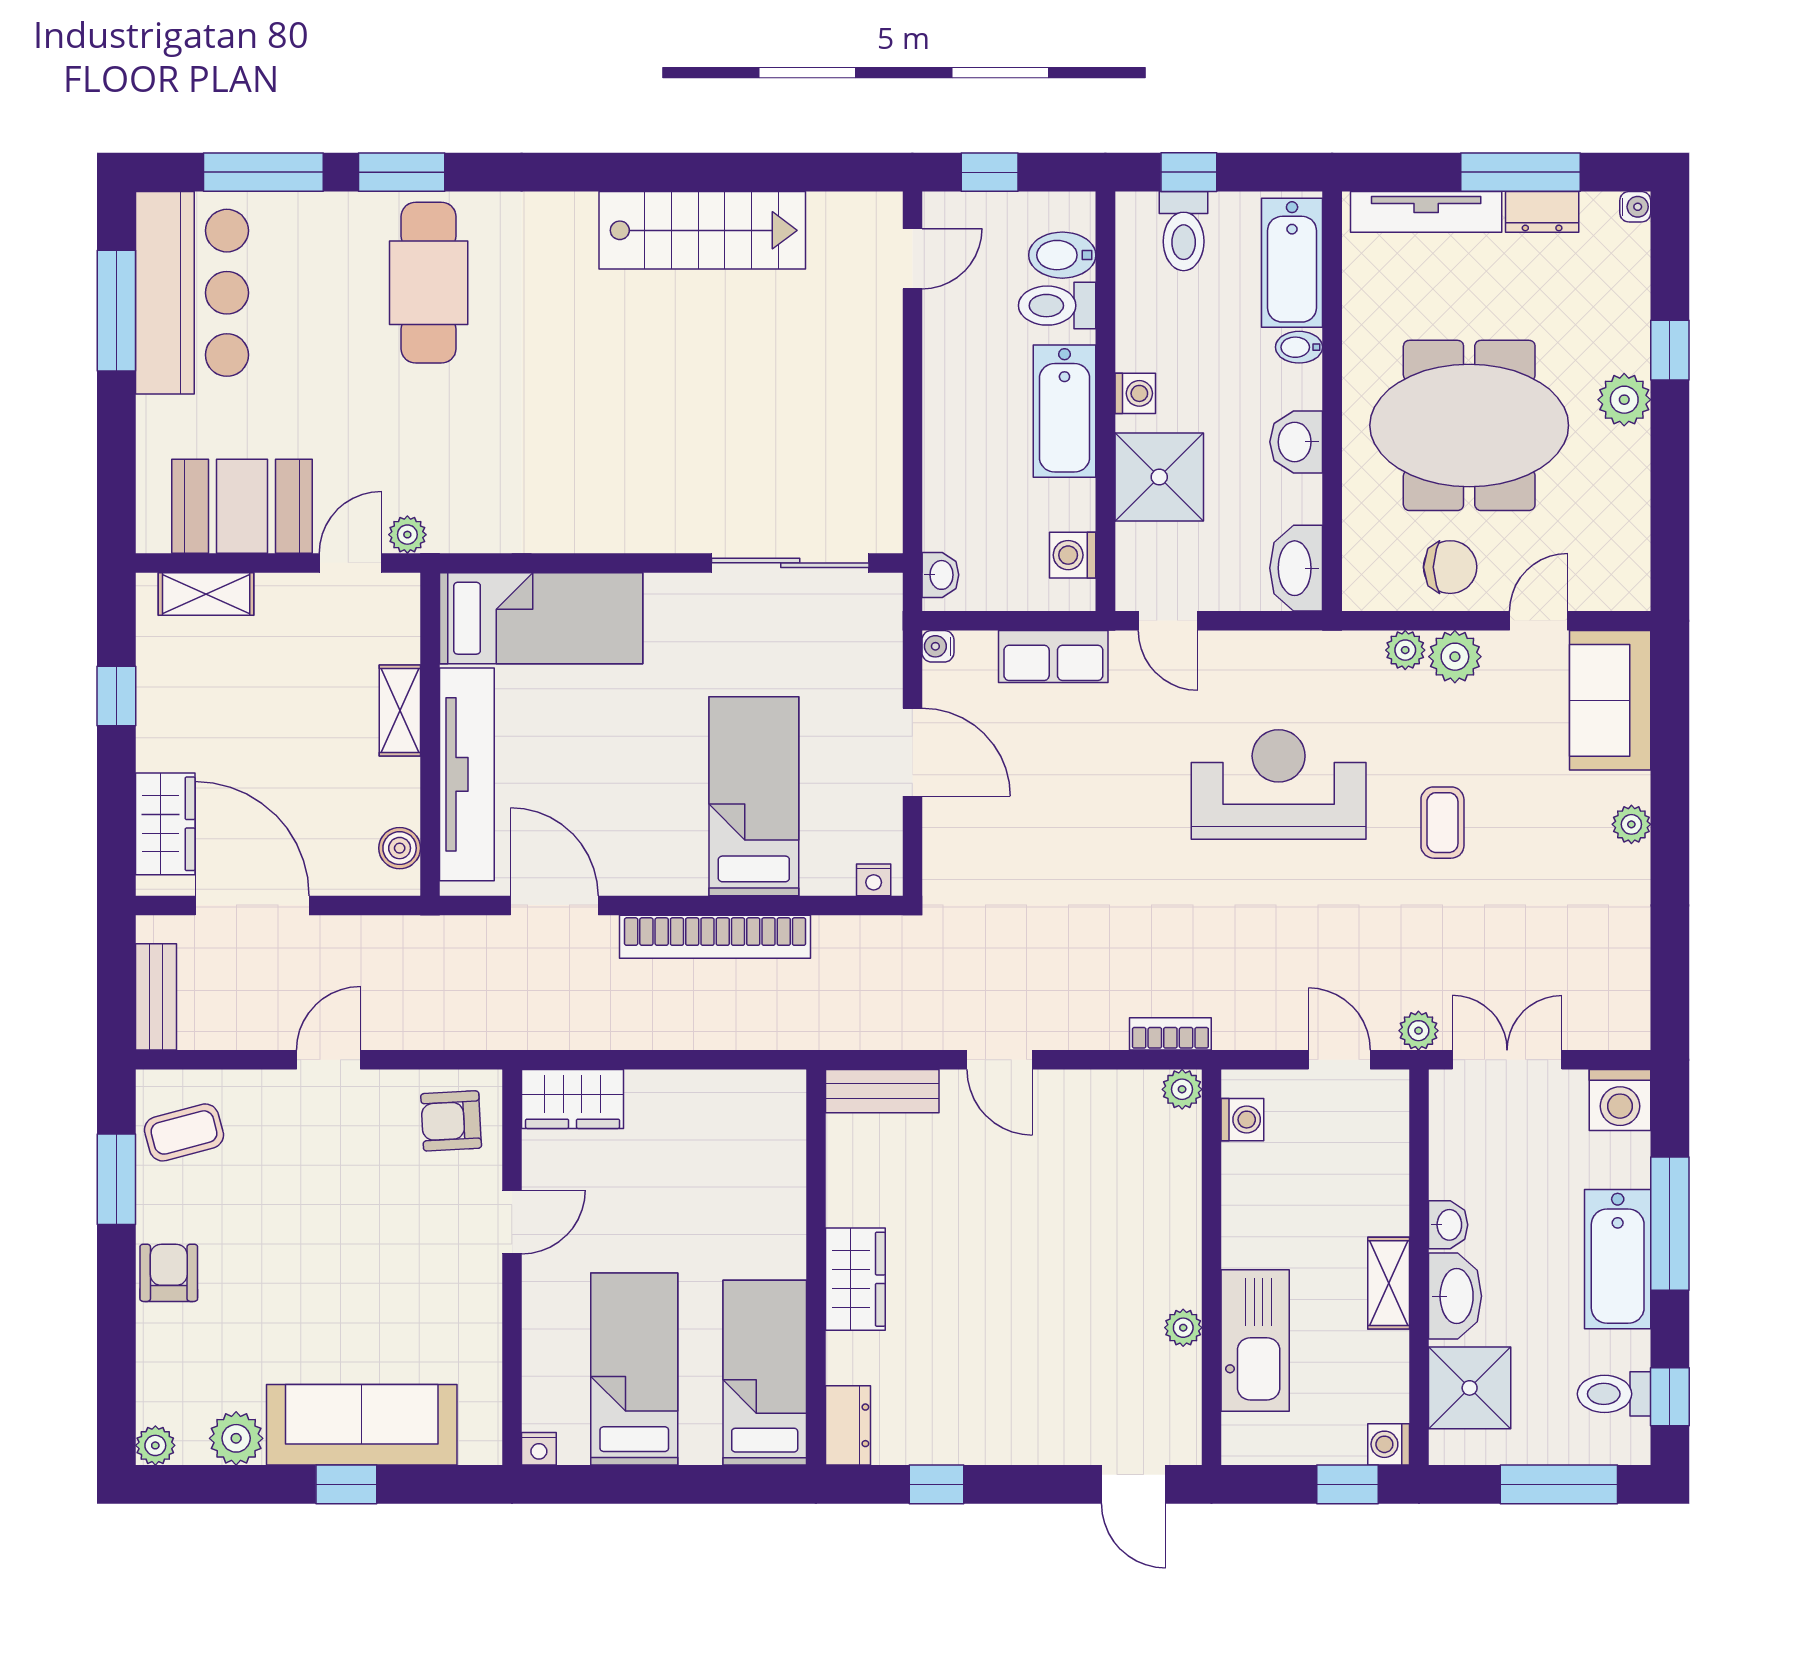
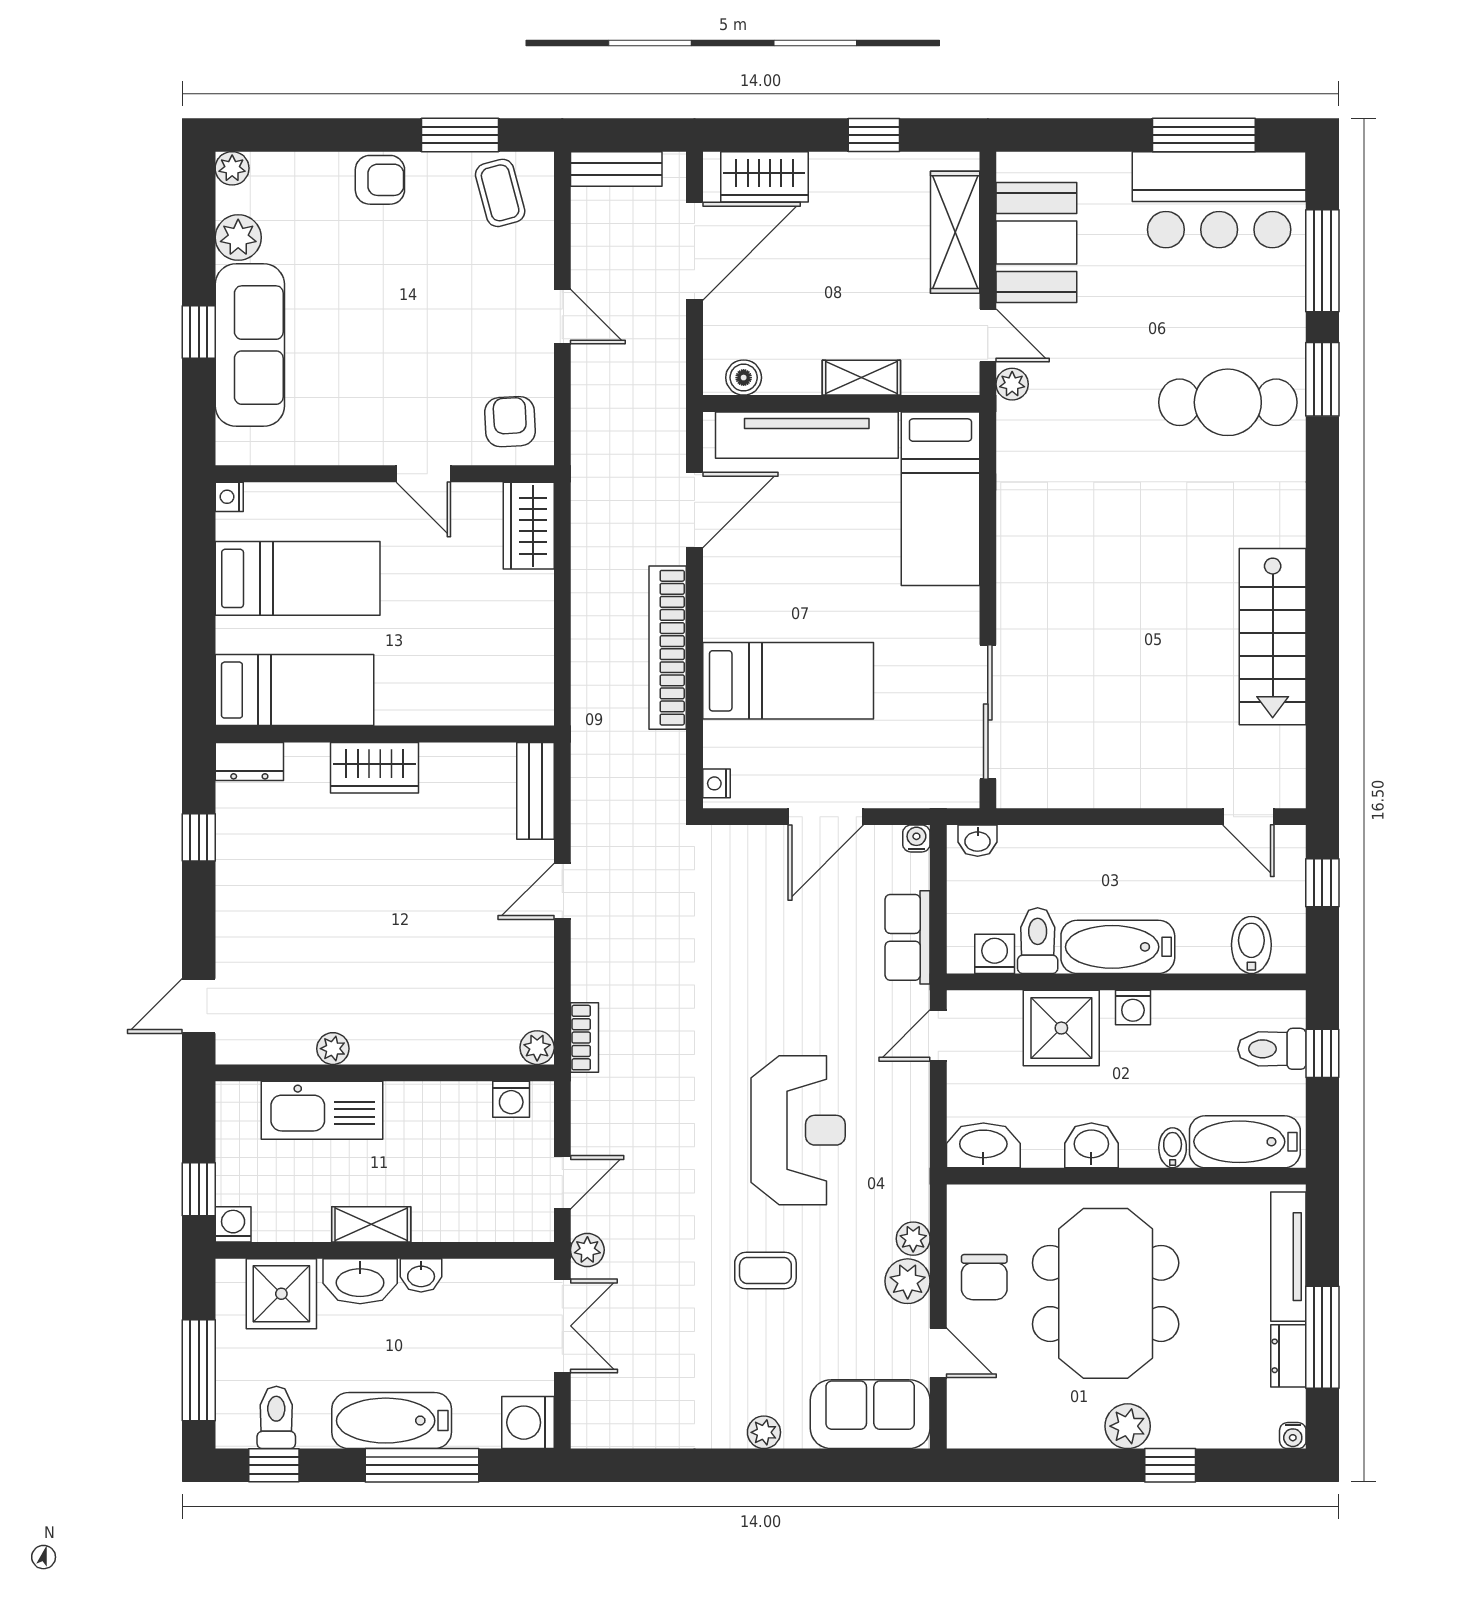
toilet: (1057, 306) -> (1038, 941), moved
shelving: (206, 594) -> (955, 232), width x1.50, depth x1.33

